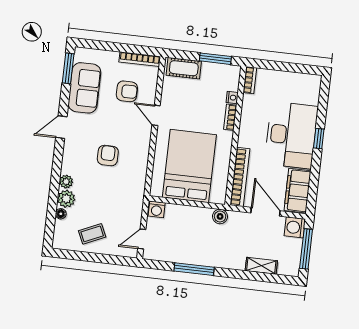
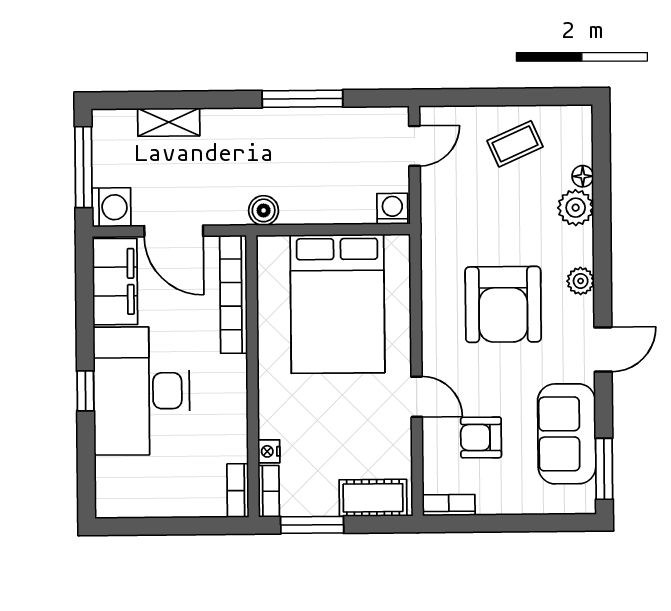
bookcase: (140, 59) -> (449, 505), width x0.64
bookcase: (230, 117) -> (269, 491), moved
armchair: (108, 156) -> (503, 304), width x1.88, depth x1.88
plant: (66, 182) -> (581, 281), moved

